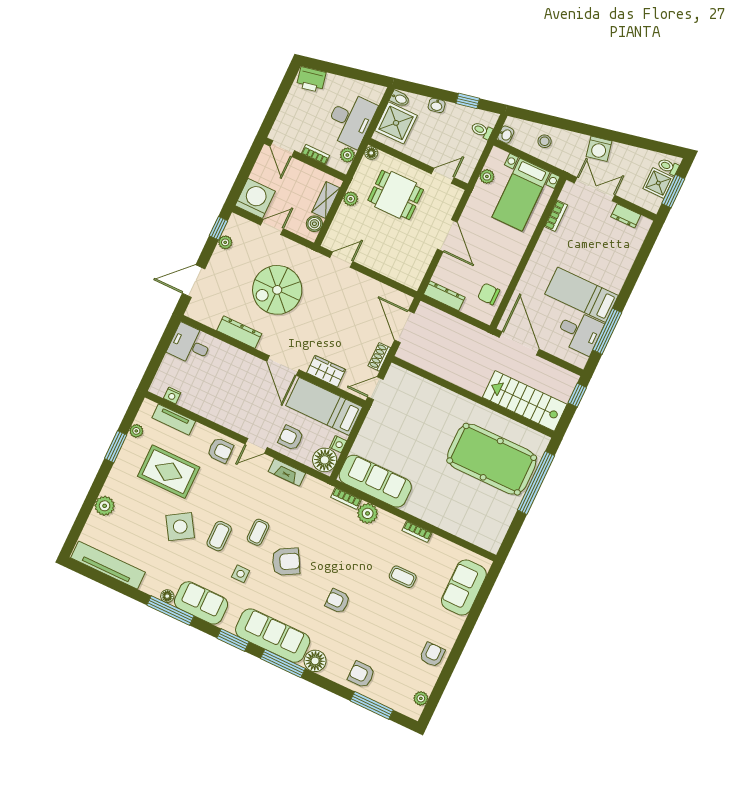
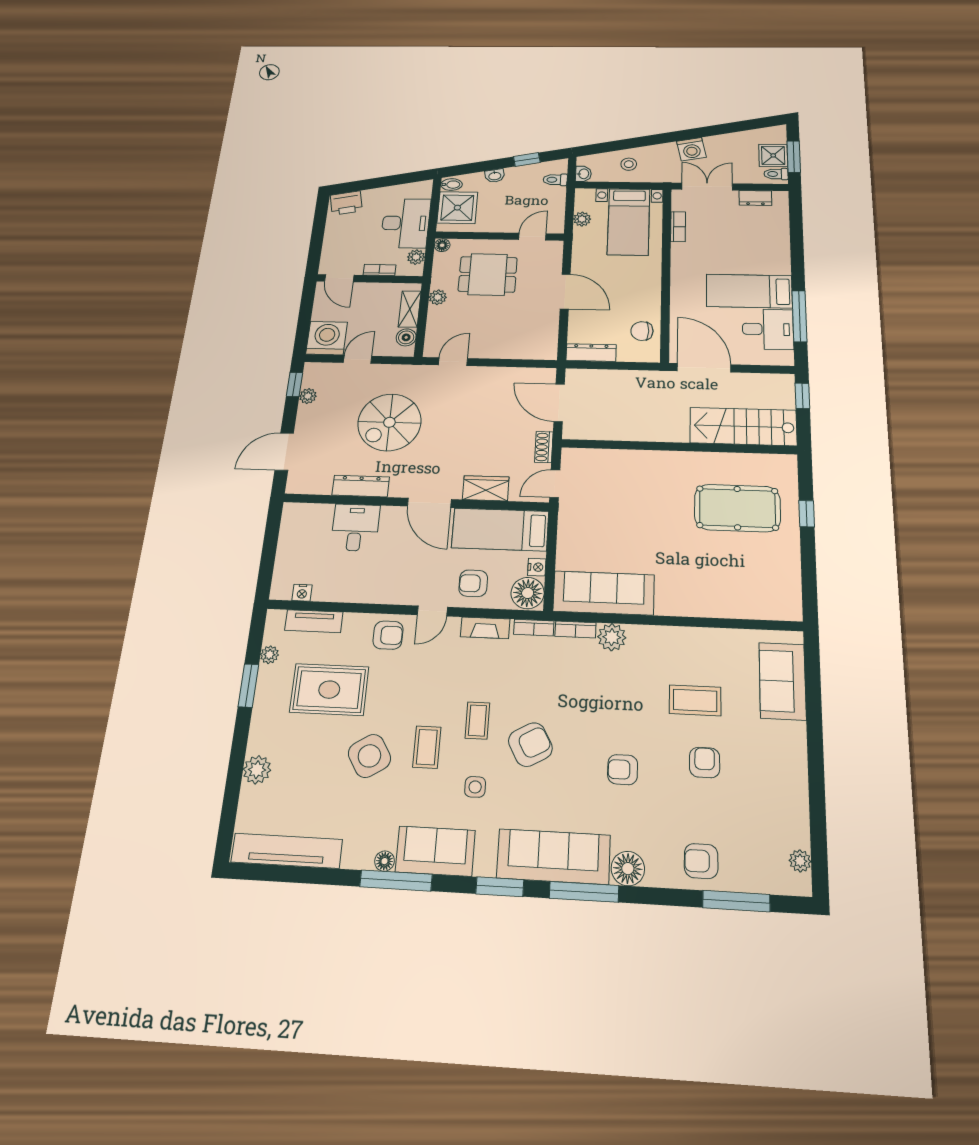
toilet: (668, 167) -> (776, 174), moved
desk: (190, 345) -> (355, 528), moved, turned 90
pool table: (492, 459) -> (737, 508), width x0.73, depth x0.76
window: (536, 483) -> (807, 514), width x0.32
bookcase: (417, 532) -> (534, 628), moved
coffee table: (403, 577) -> (695, 700), width x1.36, depth x1.30
armchair: (432, 655) -> (705, 762), moved

